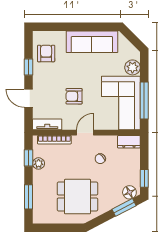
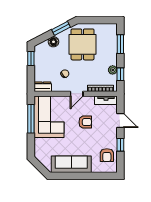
plant: (132, 67) -> (40, 144), removed
floor lamp: (129, 192) -> (53, 42), moved
dining table: (77, 197) -> (83, 44), turned 90
window: (124, 207) -> (61, 28), moved

